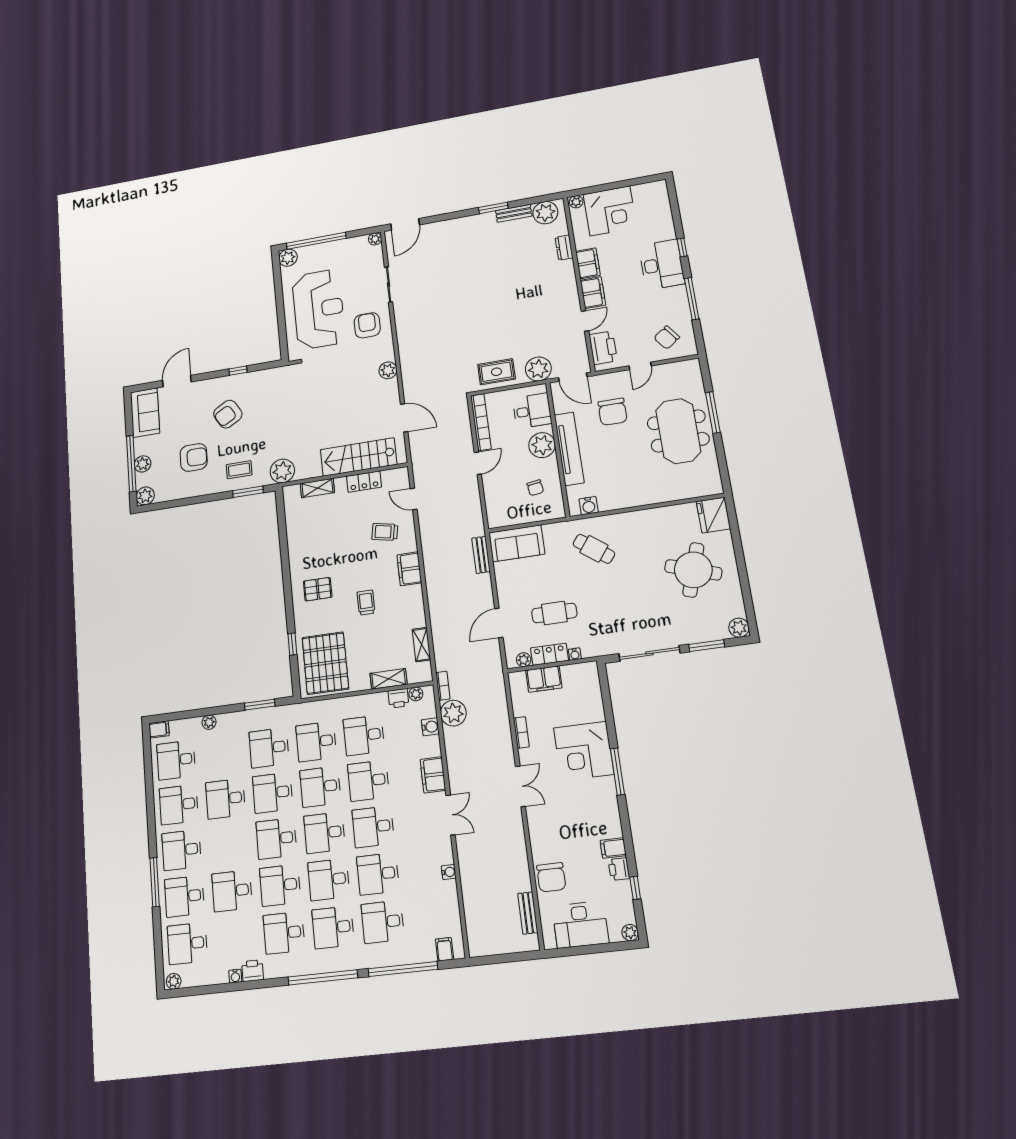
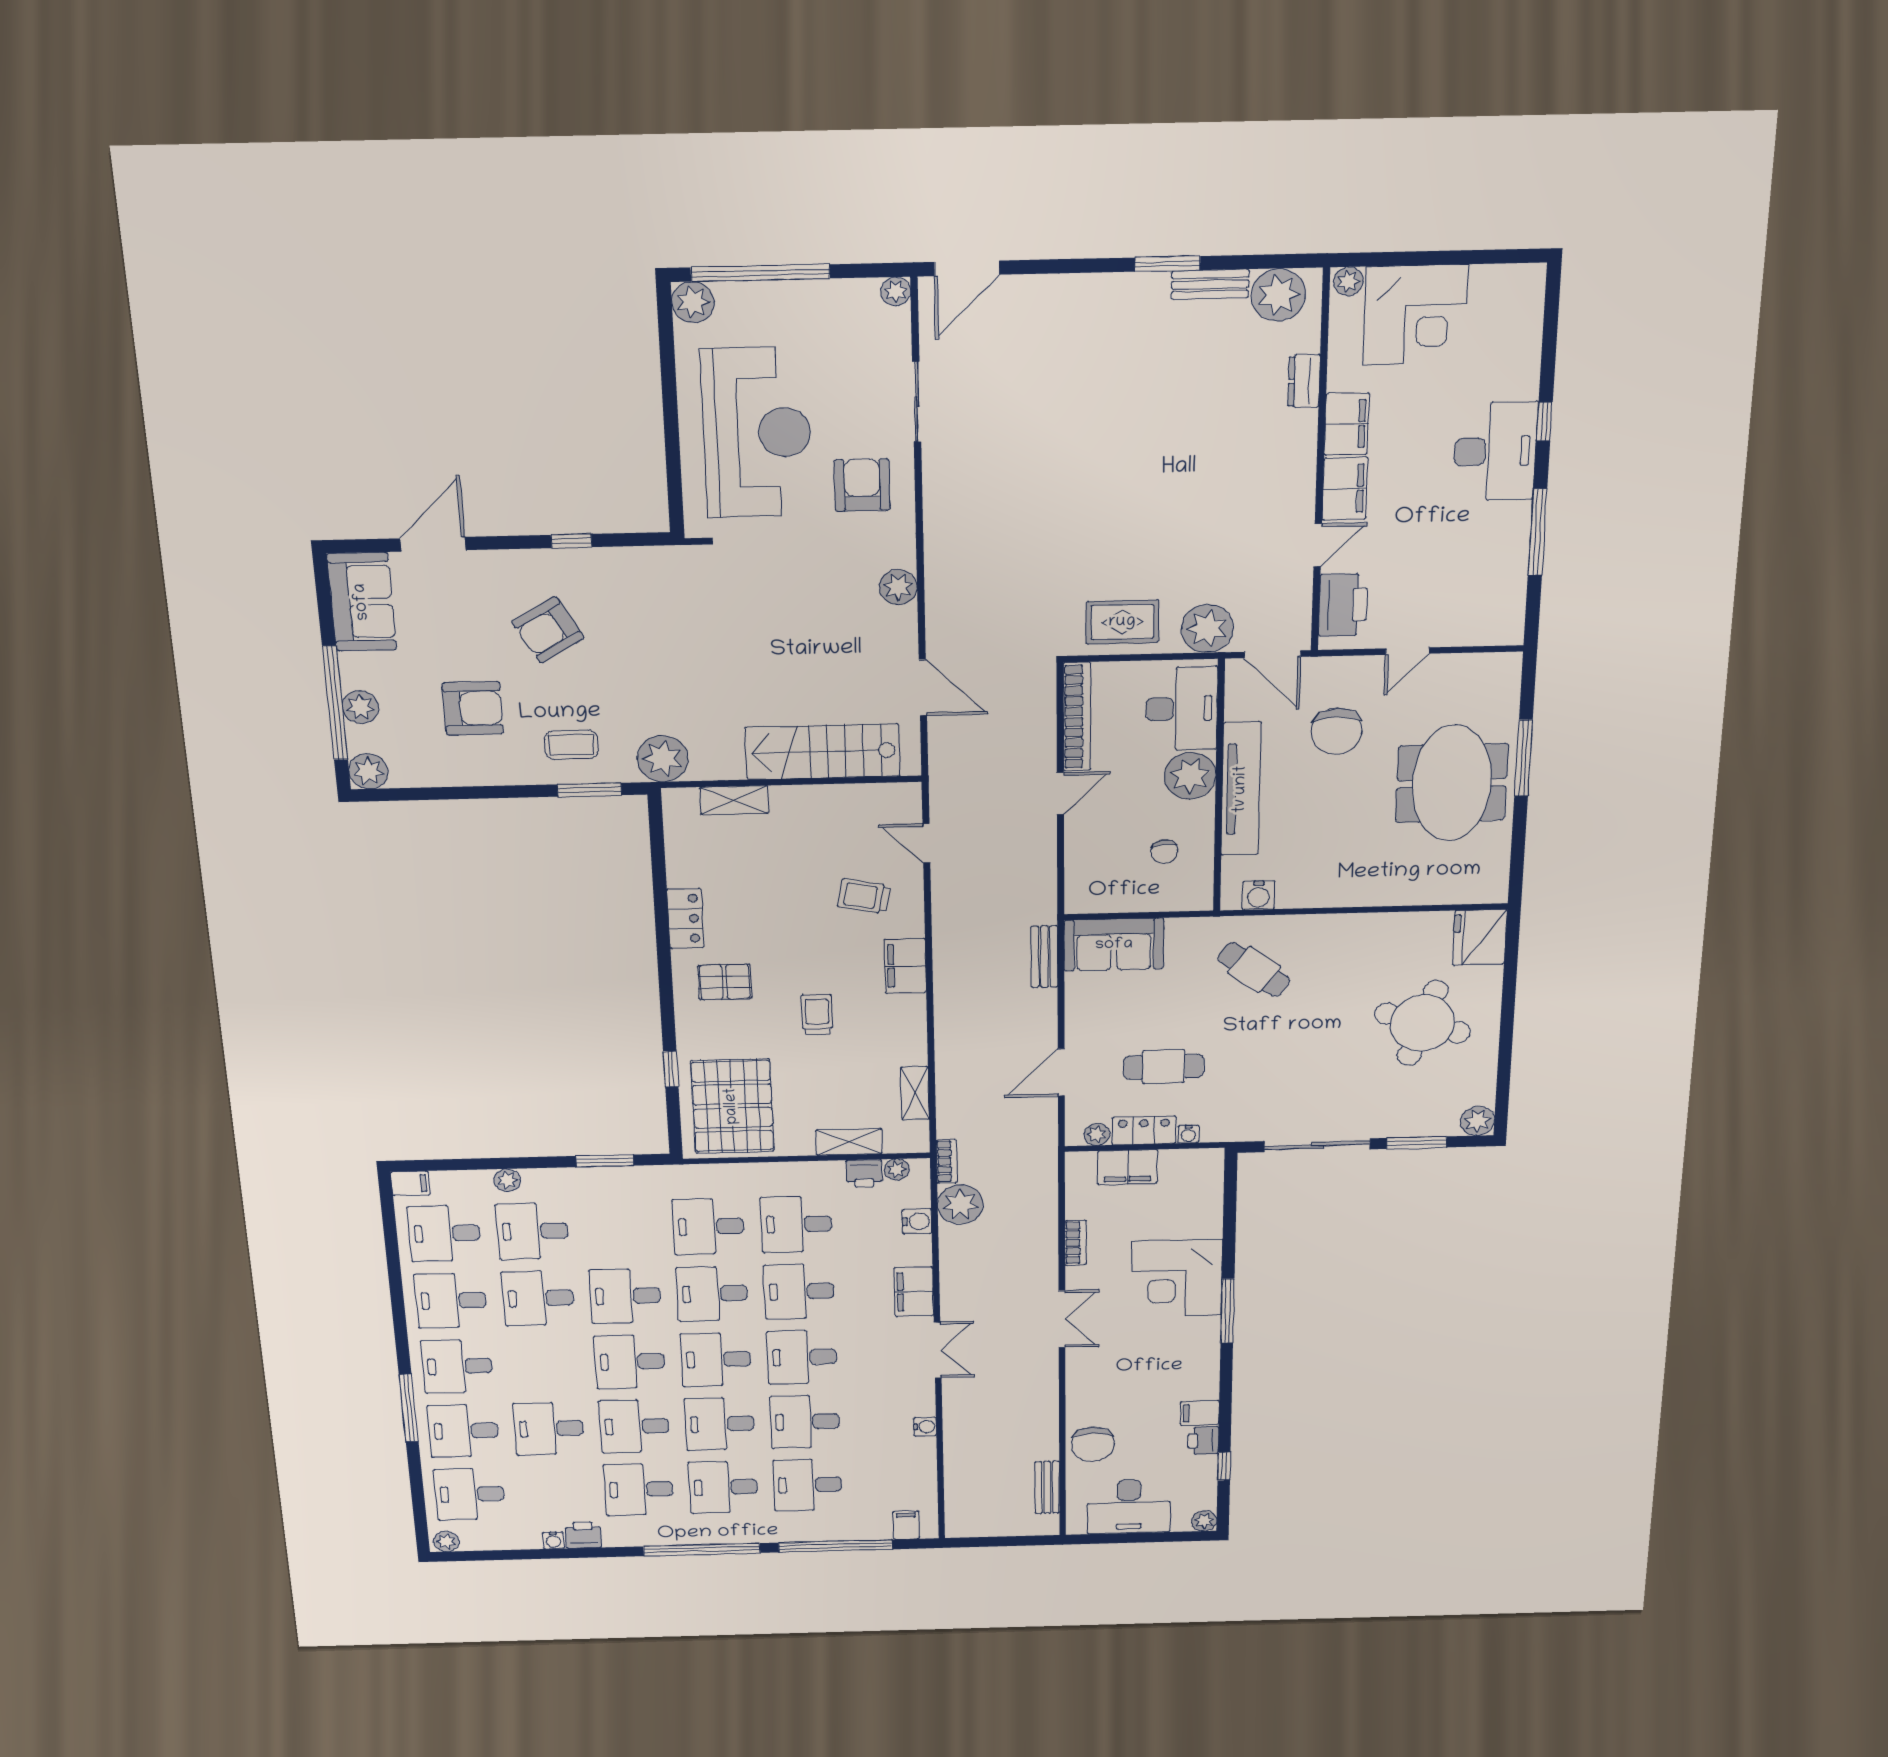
chair: (667, 338) -> (1471, 603), removed
desk: (532, 411) -> (1182, 709), width x1.37
locker: (364, 482) -> (685, 918), moved, turned -90
desk: (269, 748) -> (533, 1231), moved

